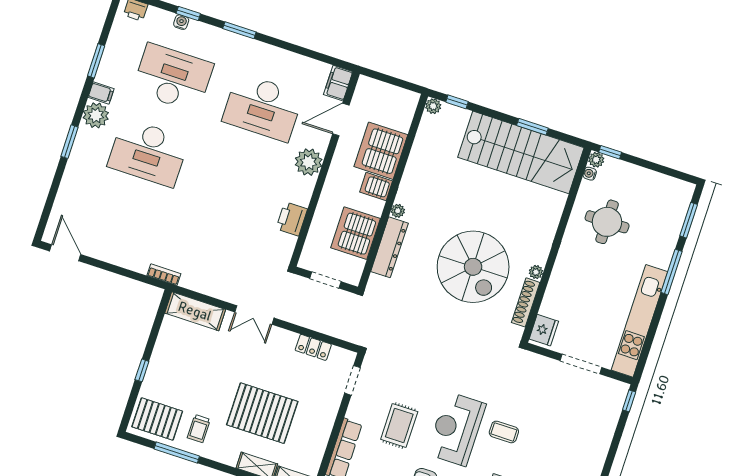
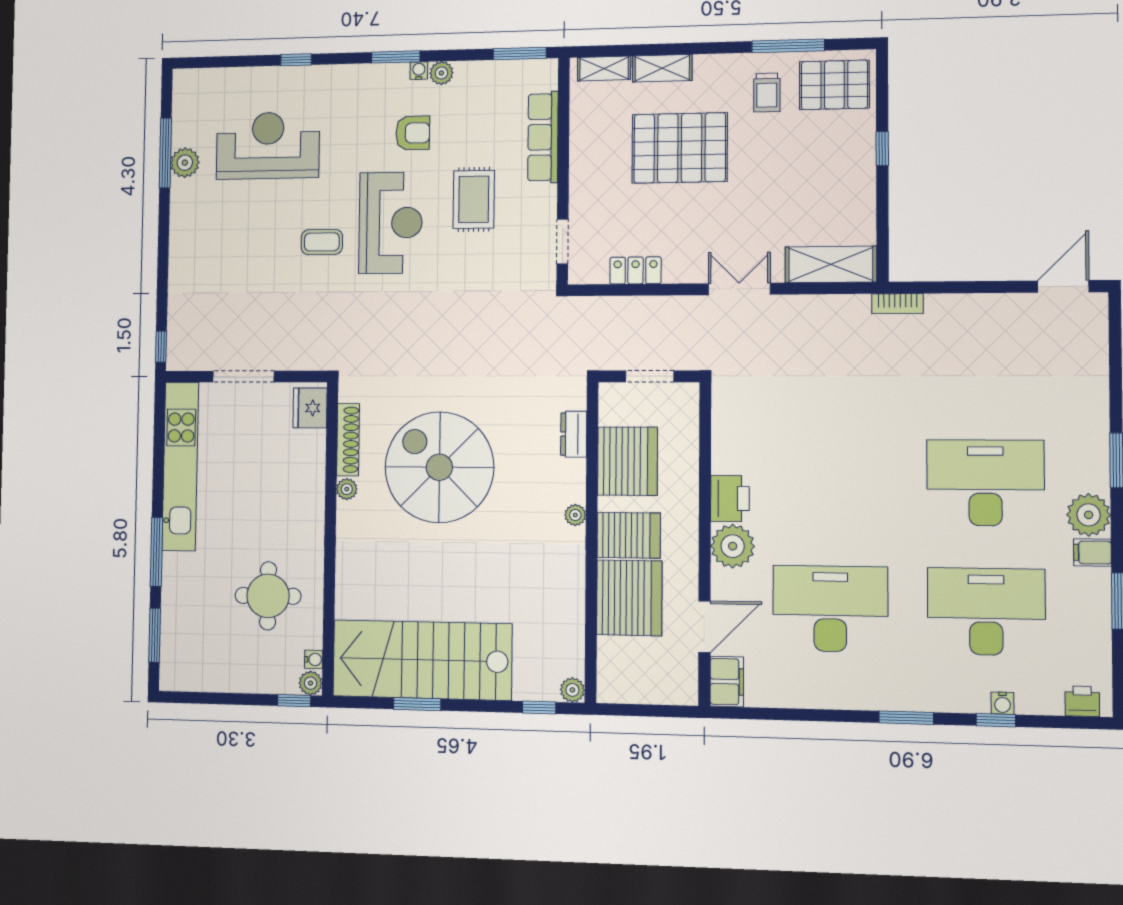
desk: (173, 78) -> (986, 612), turned 180
server rack: (376, 187) -> (629, 535), width x1.36, depth x1.44
printer: (292, 219) -> (730, 498), moved
dresser: (389, 247) -> (574, 434), width x0.51, depth x0.80
door: (65, 253) -> (1063, 286), swing flipped
trolley: (199, 429) -> (767, 92), turned 180

